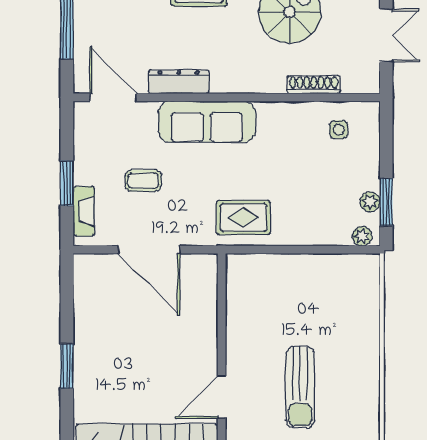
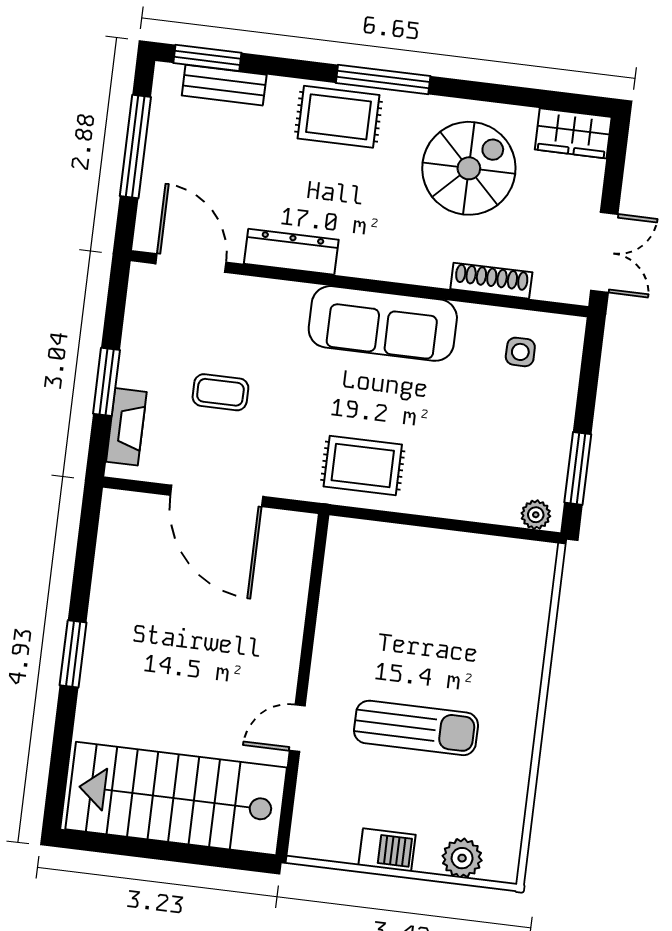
double door: (386, 35) -> (604, 252), moved
sofa: (207, 122) -> (383, 323), moved
plant: (370, 202) -> (554, 465), removed
sun lounger: (300, 387) -> (416, 728), turned -90
door: (222, 397) -> (297, 728), width x0.73

